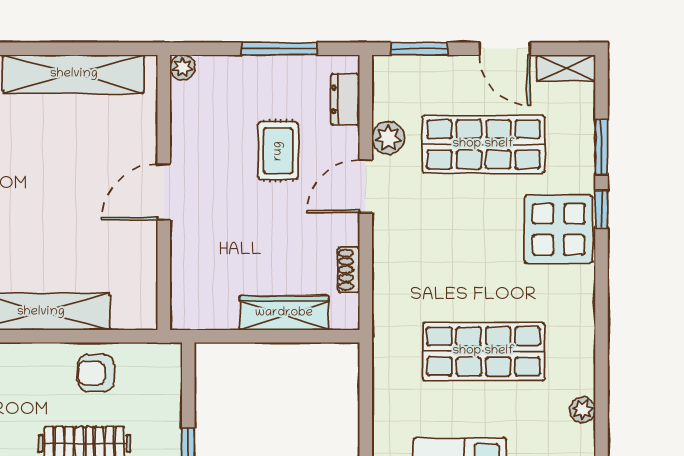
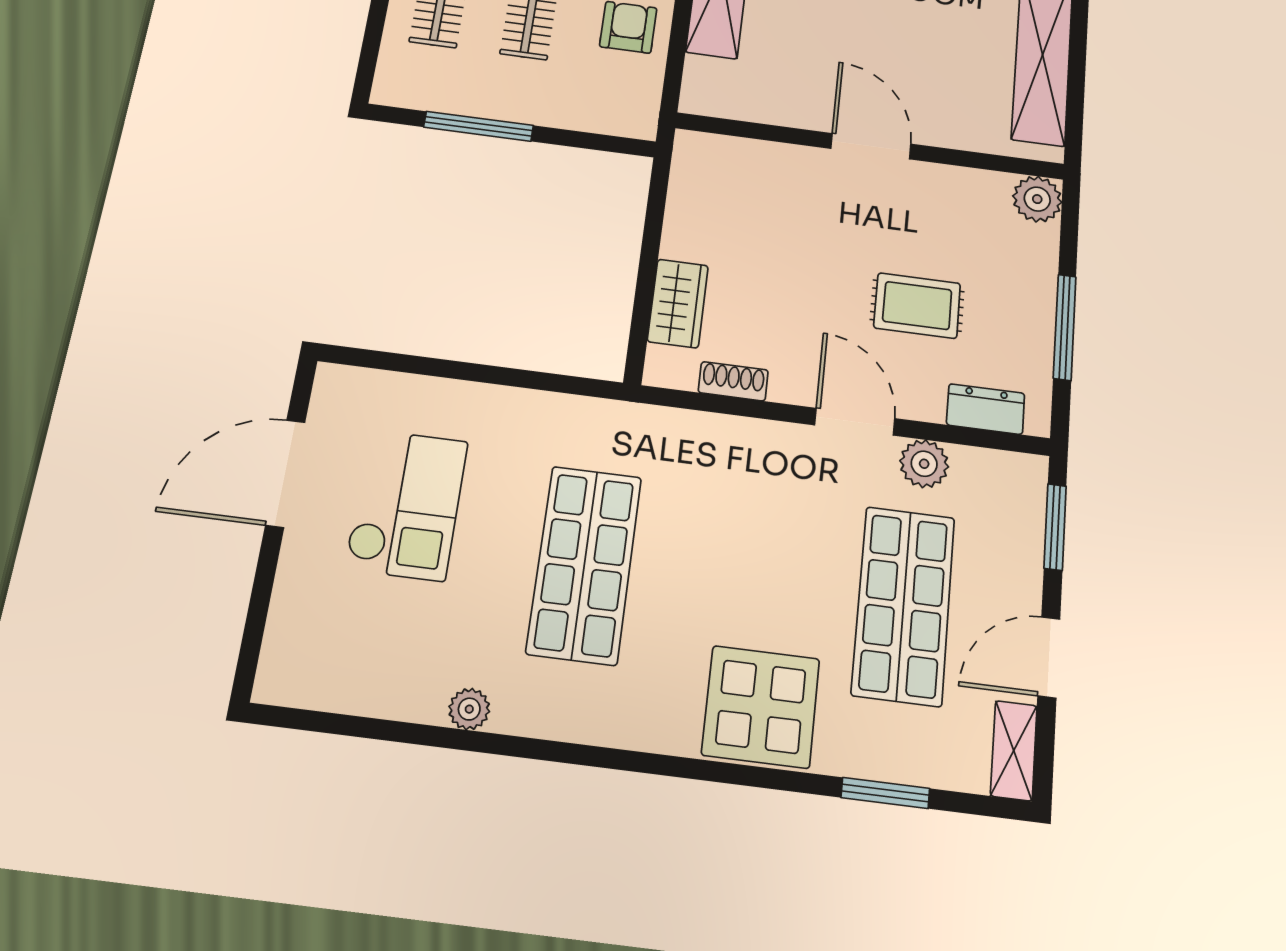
plant: (183, 67) -> (1037, 199), width x1.38, depth x1.38
window: (601, 209) -> (786, 781), removed
wardrobe: (284, 313) -> (678, 303), width x0.67

